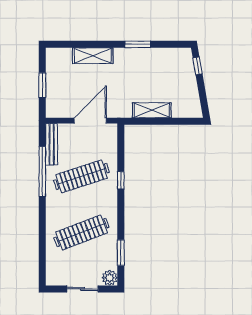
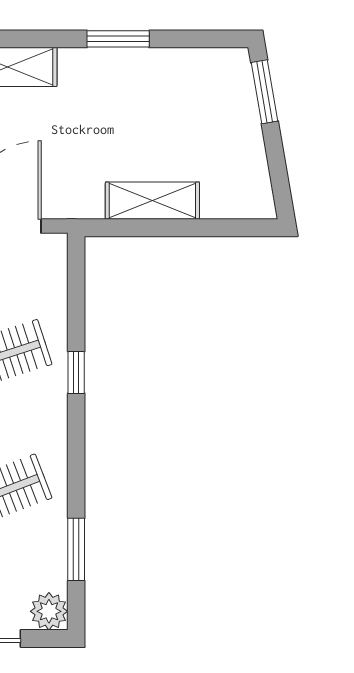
window: (198, 66) -> (264, 92), width x1.50

